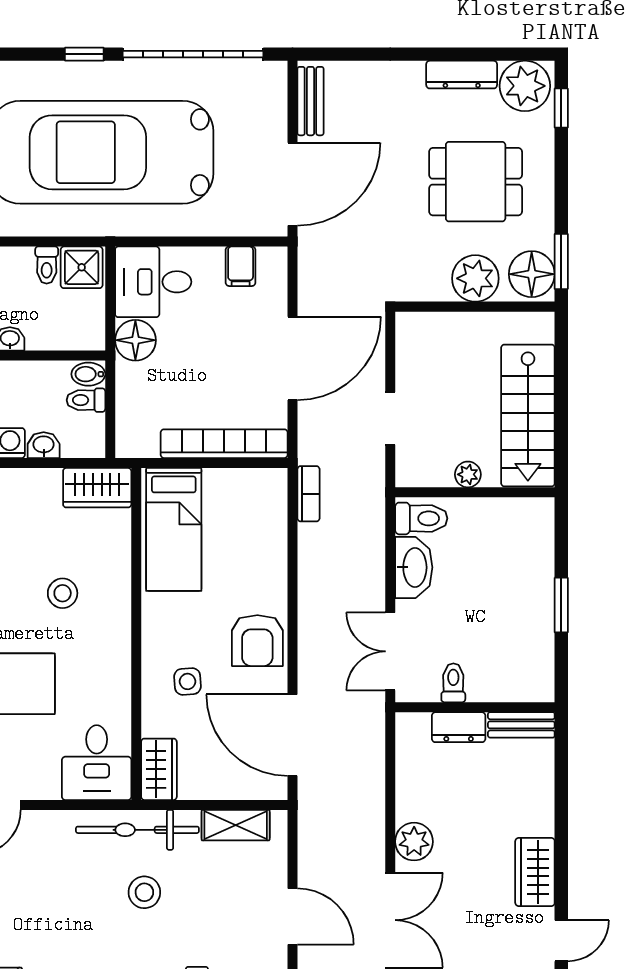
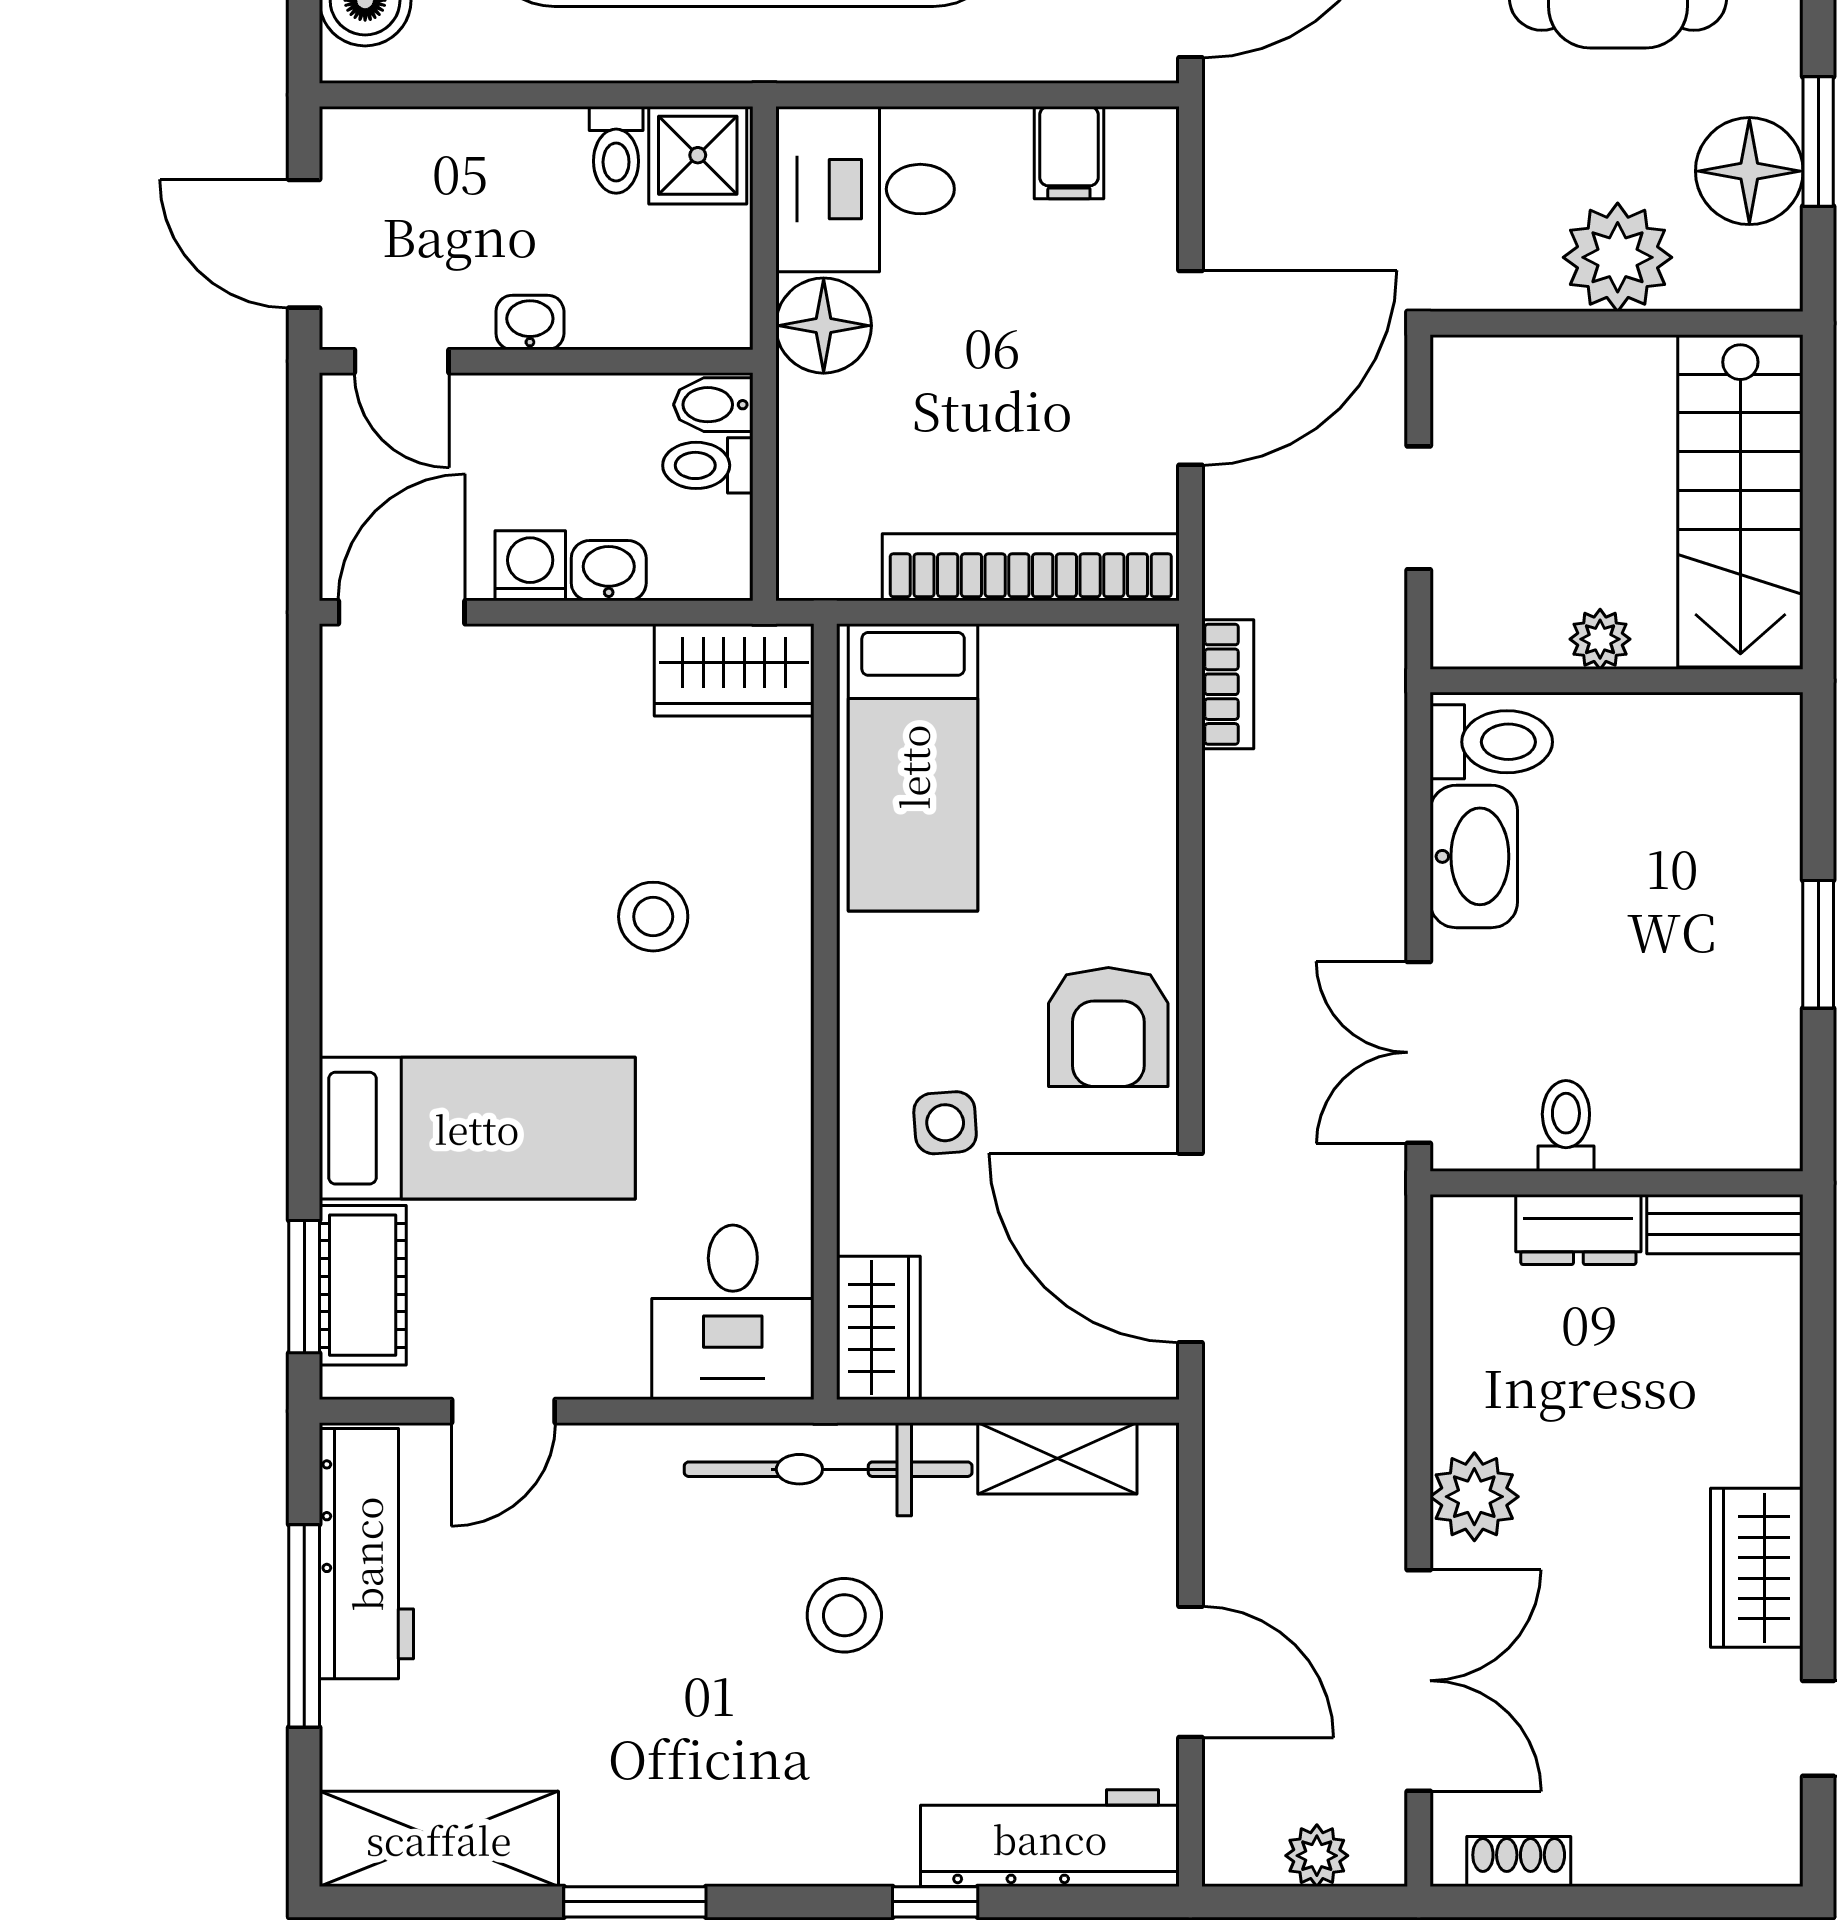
plant: (475, 278) -> (1618, 257), moved
wall: (475, 307) -> (1617, 323), moved

